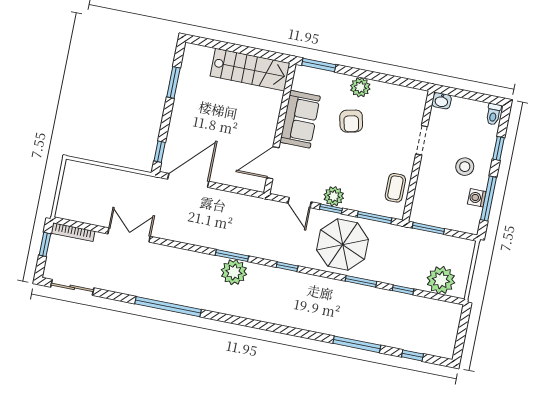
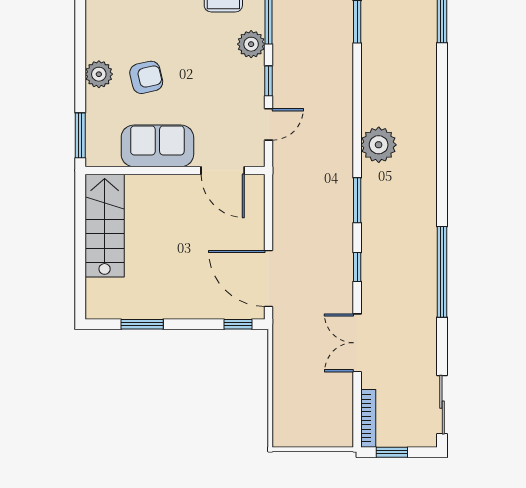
plant: (334, 196) -> (251, 44), moved
parasol: (343, 245) -> (313, 56), removed
window: (287, 267) -> (357, 267), moved
plant: (234, 272) -> (379, 145), moved

